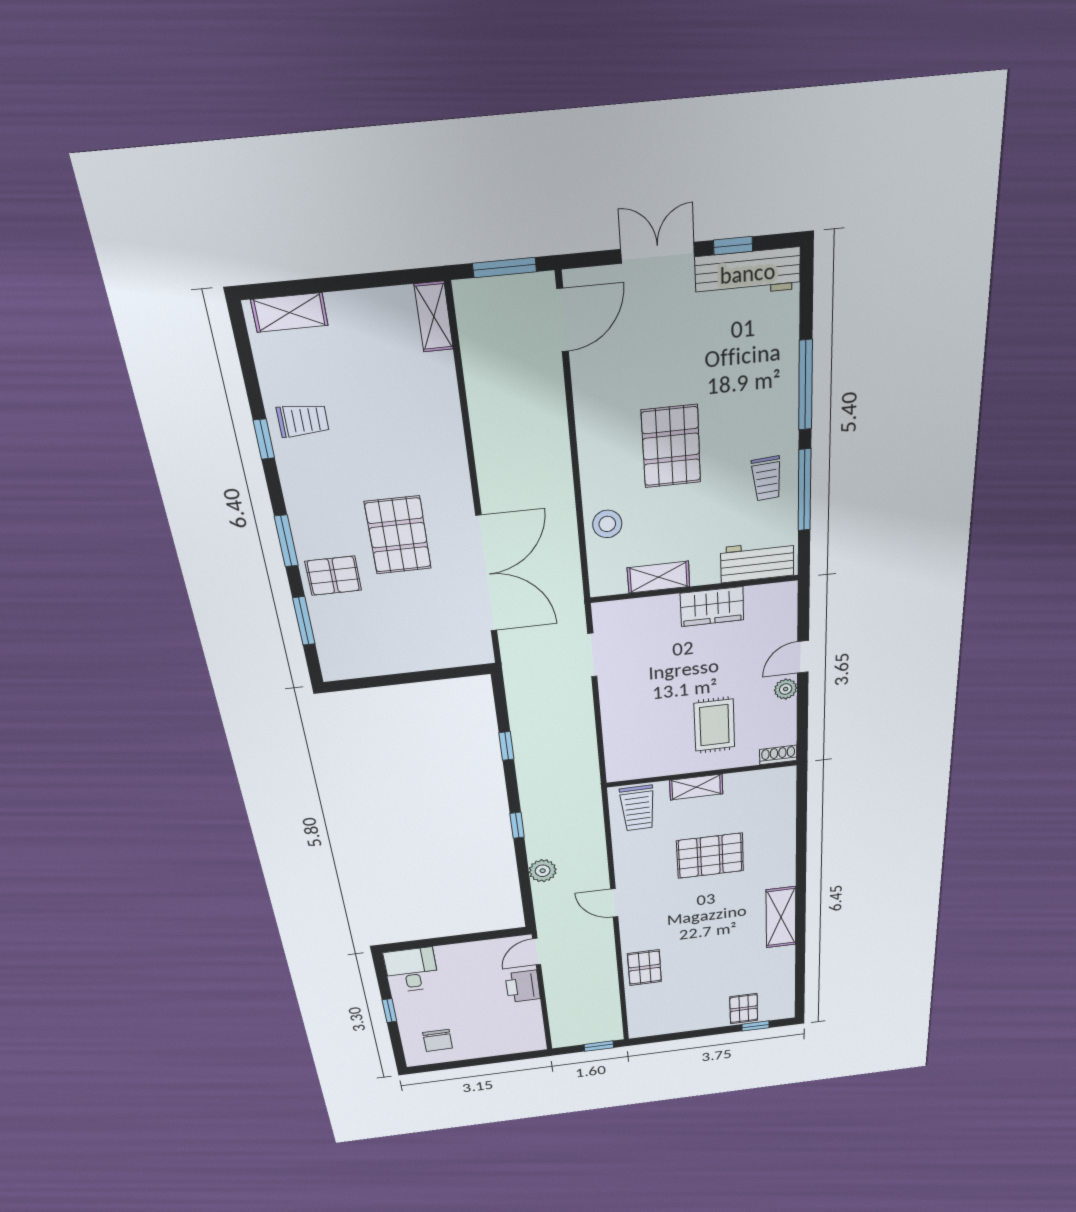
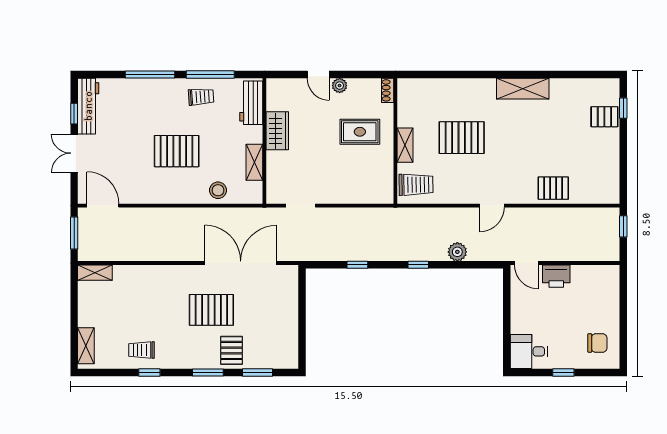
trolley: (303, 420) -> (141, 350), turned -90
pallet: (710, 856) -> (462, 138), turned 90

